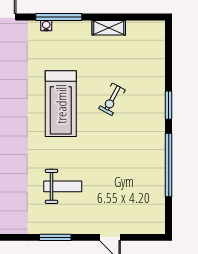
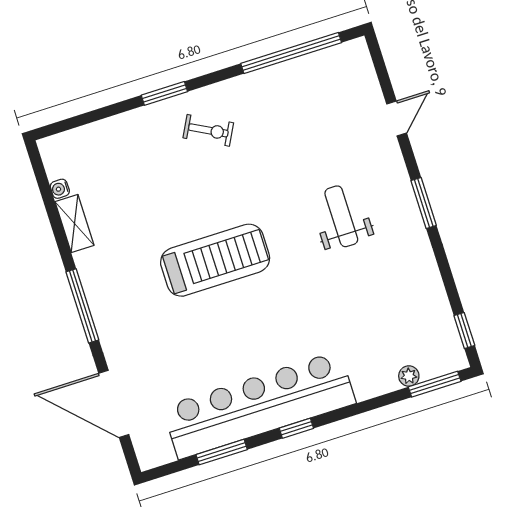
water cooler: (46, 26) -> (60, 189), moved
exercise bike: (112, 99) -> (208, 130), moved
window: (169, 165) -> (291, 53), moved

